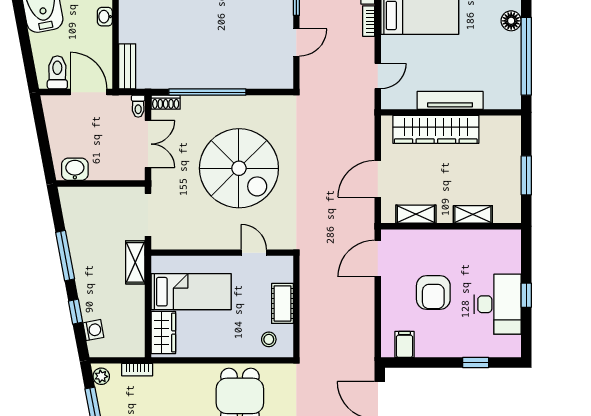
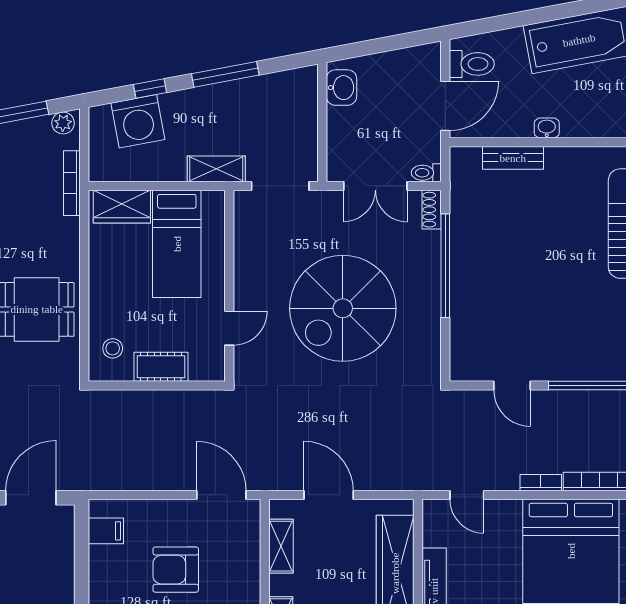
bench: (127, 66) -> (513, 158), moved
washing machine: (93, 330) -> (138, 121), width x1.89, depth x1.89
bookcase: (137, 370) -> (72, 183), width x1.56

